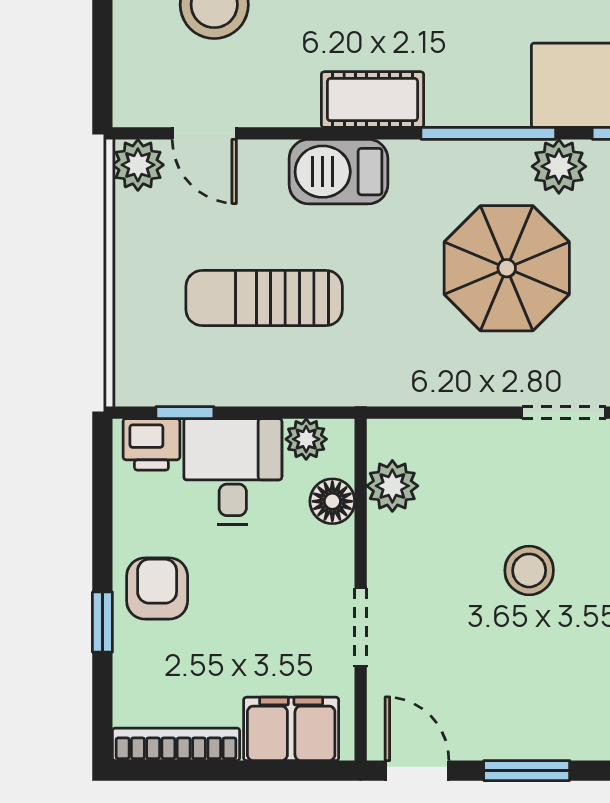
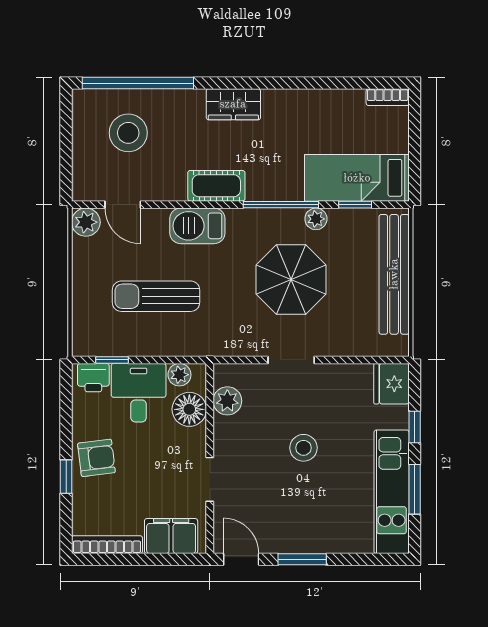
plant: (559, 166) -> (316, 219), width x0.73, depth x0.73
doorway: (564, 413) -> (291, 360), moved
floor lamp: (332, 501) -> (189, 409), width x1.38, depth x1.38
armchair: (157, 589) -> (96, 458), turned 83

